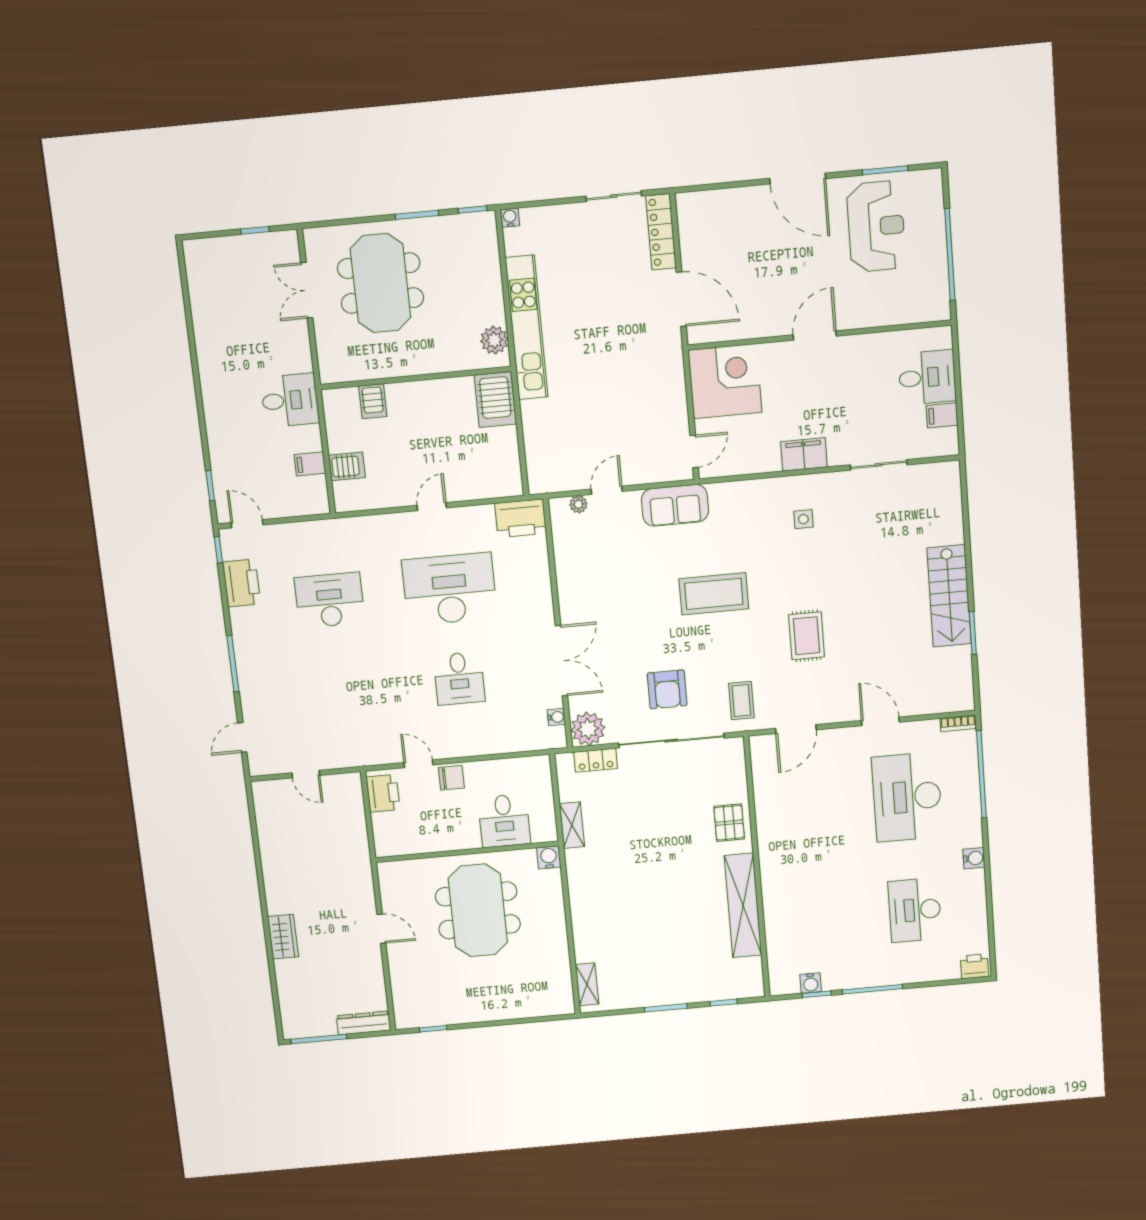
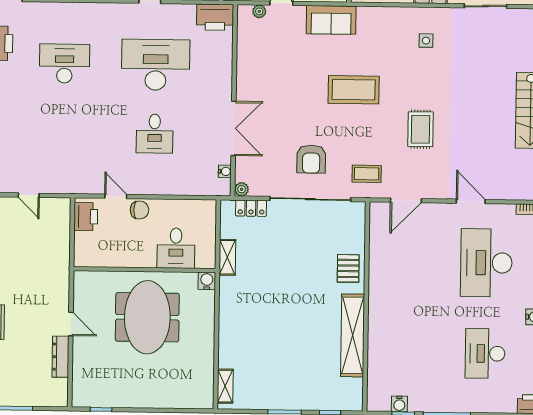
coffee table: (741, 701) -> (367, 174), turned 90
plant: (588, 729) -> (242, 189), width x0.53, depth x0.53
dresser: (364, 1023) -> (61, 357), moved, turned -90

